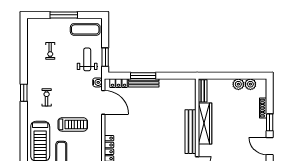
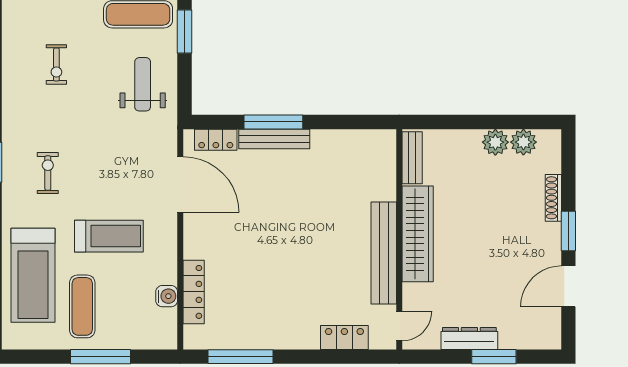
window: (105, 57) -> (184, 32), moved
water cooler: (97, 82) -> (167, 296), moved
door: (270, 146) -> (568, 286), hinge flipped

